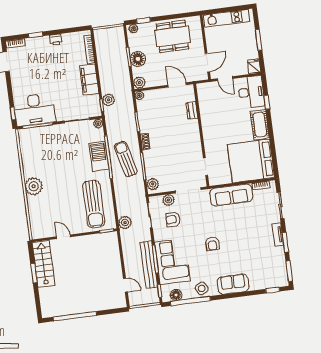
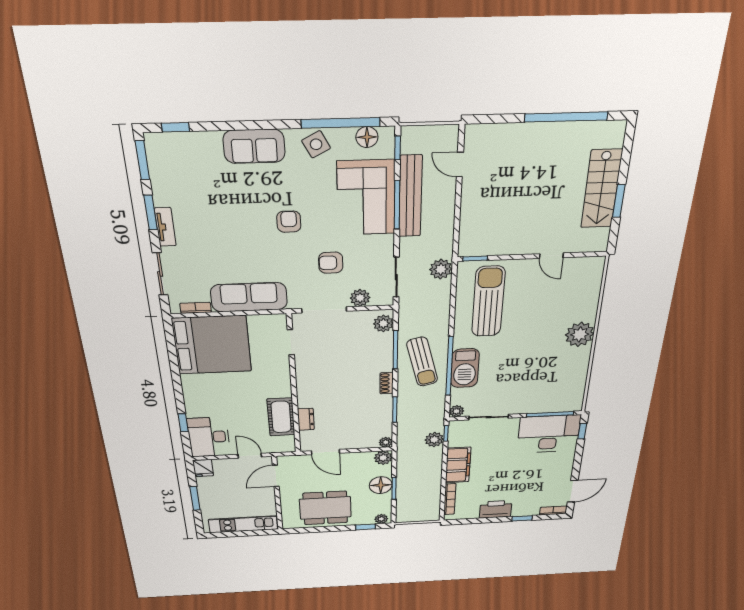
printer: (56, 40) -> (496, 509), width x1.87, depth x1.48
cot: (260, 125) -> (281, 417), moved
armchair: (173, 219) -> (331, 263), moved, turned 180
stairs: (44, 264) -> (601, 189), moved

